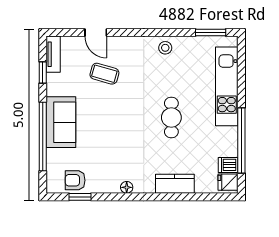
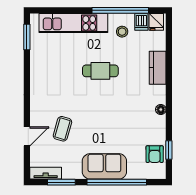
stool: (165, 48) -> (122, 32), moved
window: (43, 72) -> (61, 182), width x1.50

